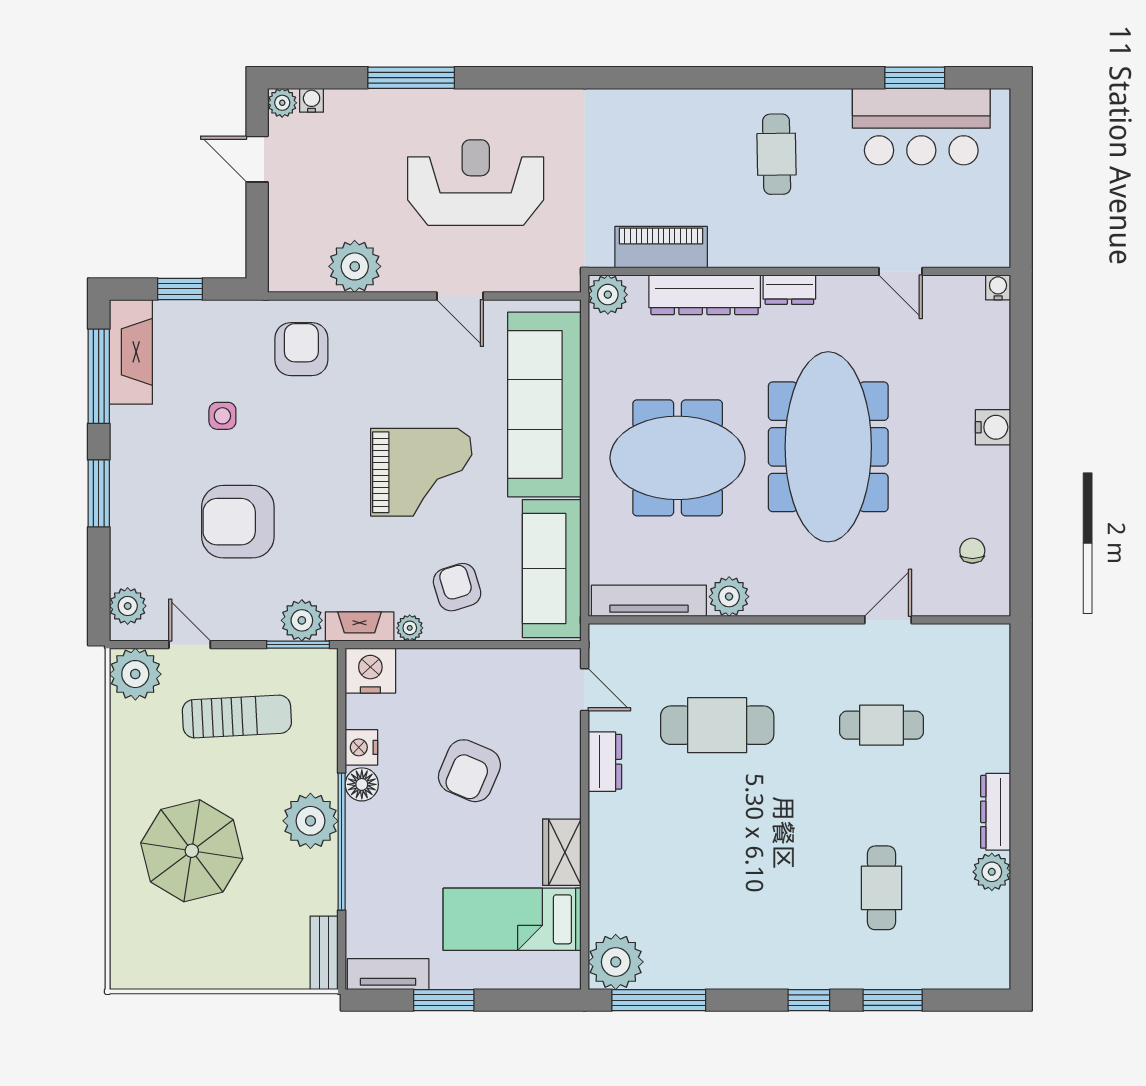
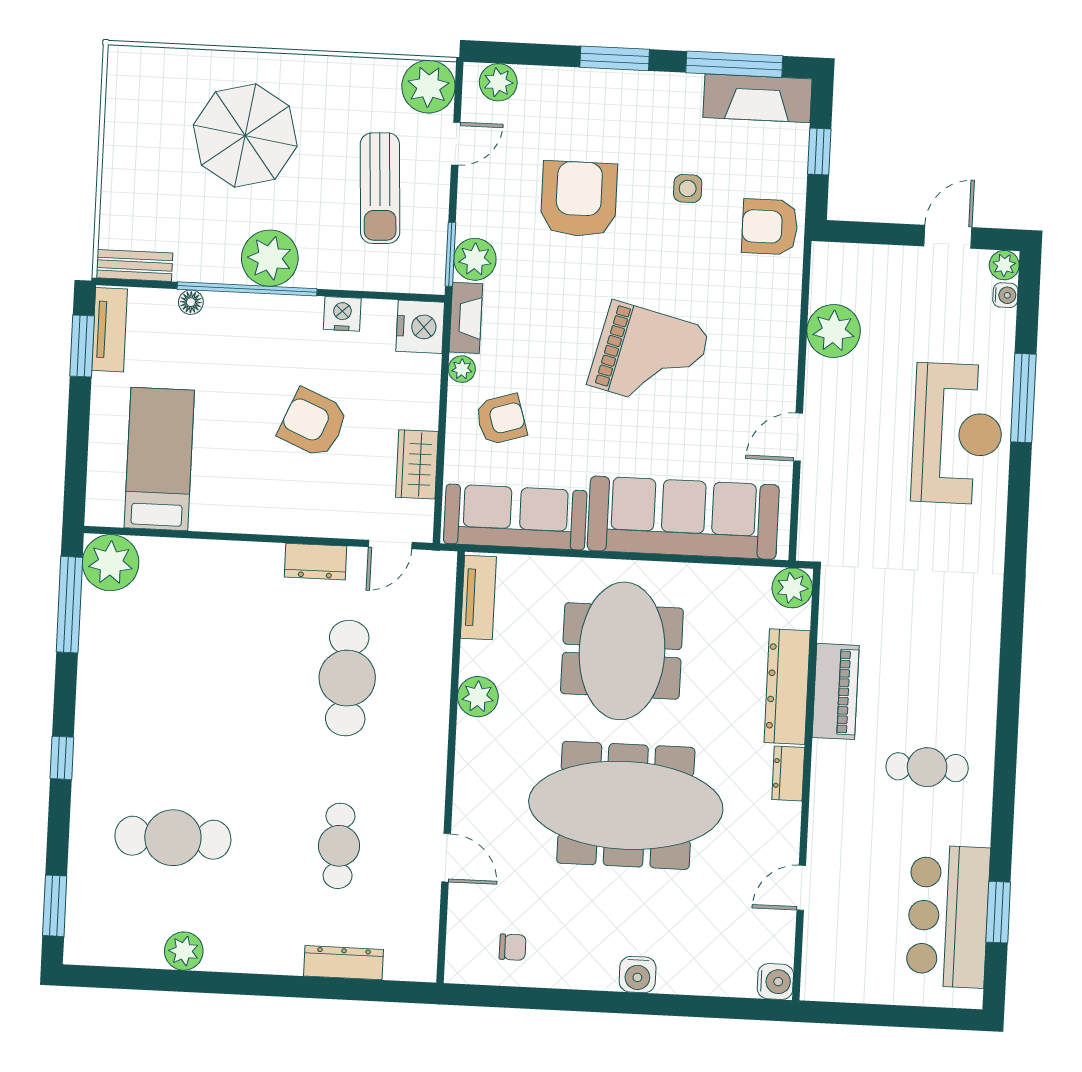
reception desk: (476, 183) -> (957, 434), moved
piano: (661, 247) -> (836, 691), moved
water cooler: (998, 287) -> (775, 982), width x1.38, depth x1.38
armchair: (301, 349) -> (770, 227), moved, turned 180
grand piano: (421, 472) -> (649, 357), moved, turned -76
tv unit: (649, 601) -> (478, 598), width x0.71
floor lamp: (362, 784) -> (191, 302), moved, width x0.73, depth x0.73
dresser: (996, 812) -> (343, 963), moved
wardrobe: (562, 852) -> (417, 464), moved, turned -90
cafe table: (882, 888) -> (173, 838), width x1.37, depth x1.35
window: (444, 1000) -> (82, 346), moved
window: (893, 1000) -> (55, 906), moved

